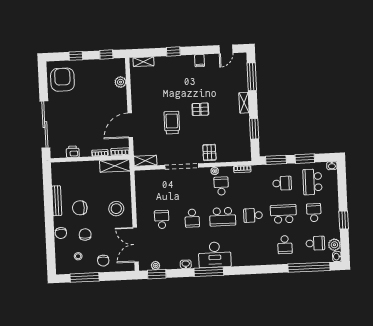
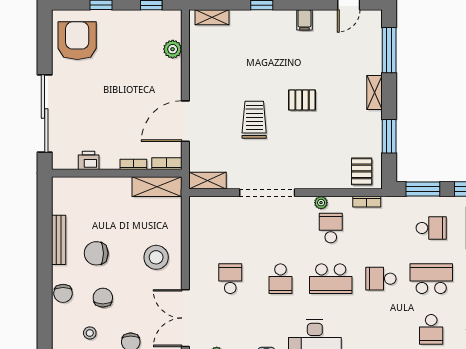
pallet: (209, 152) -> (362, 171), moved

